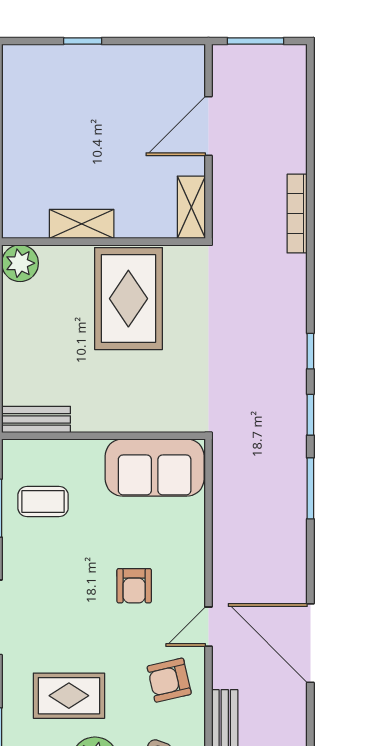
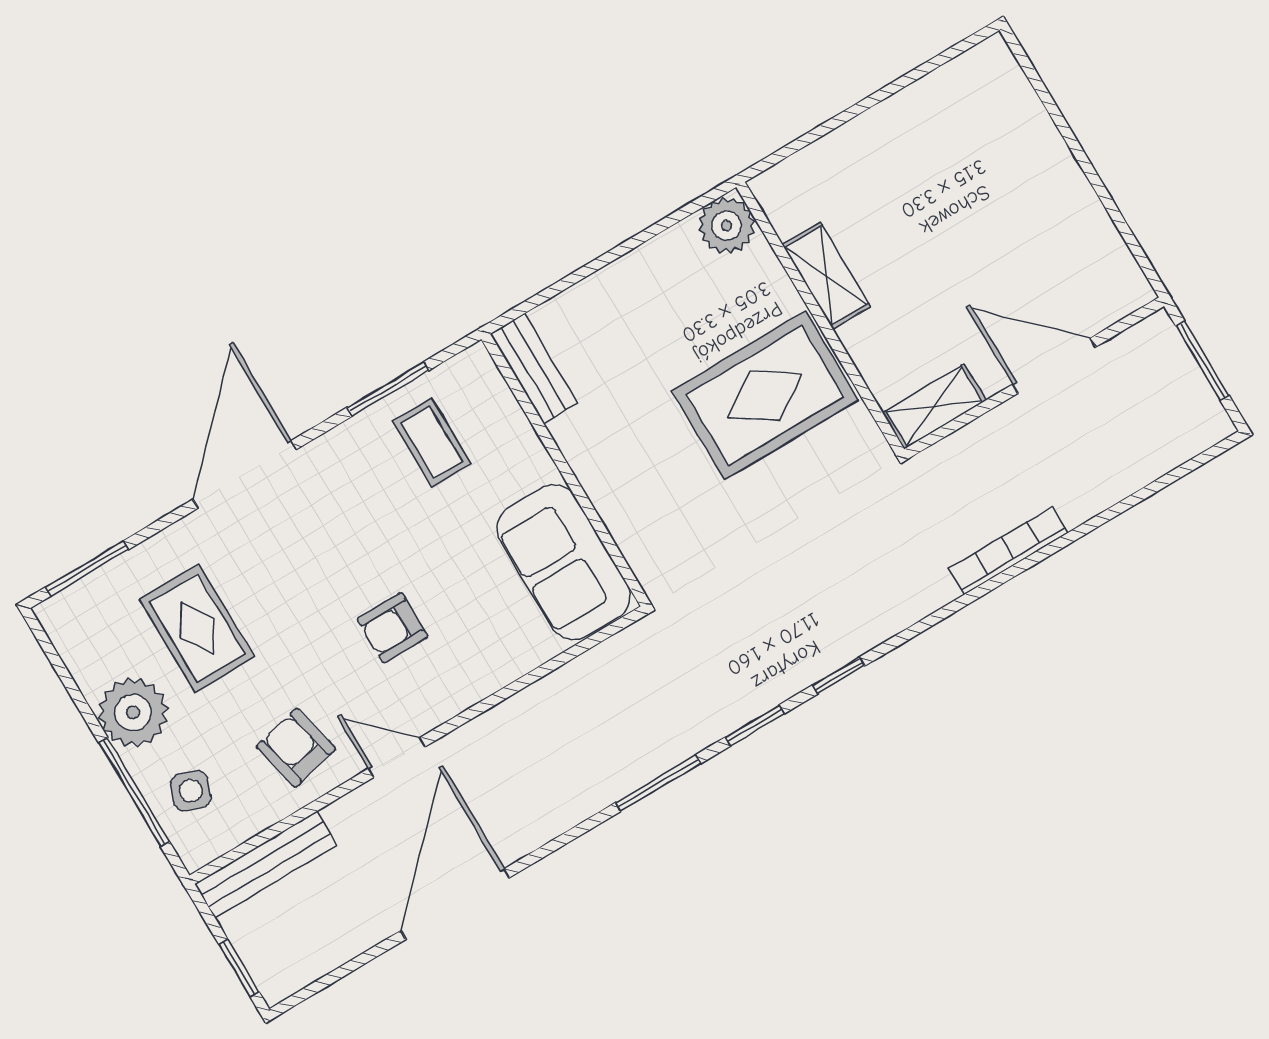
window: (83, 41) -> (1067, 134), removed

